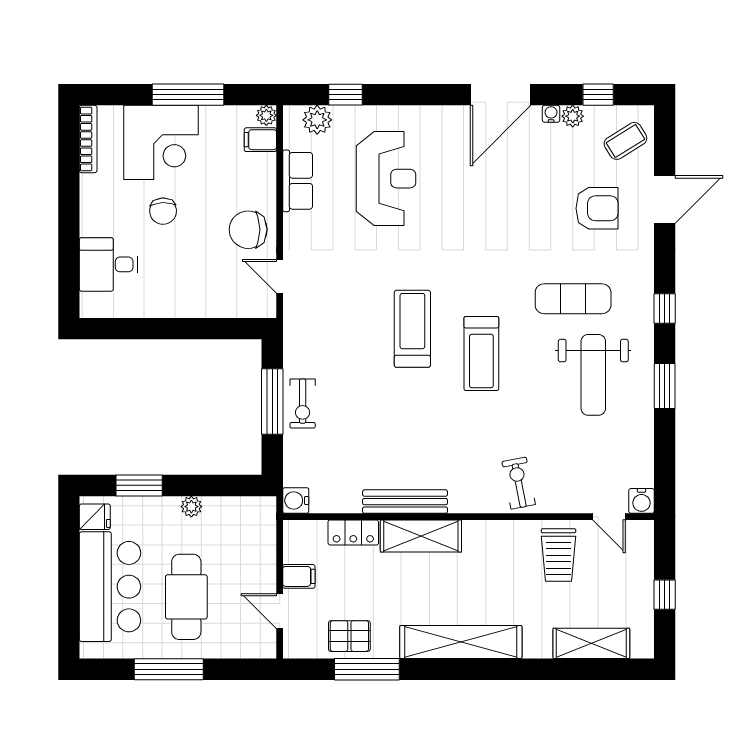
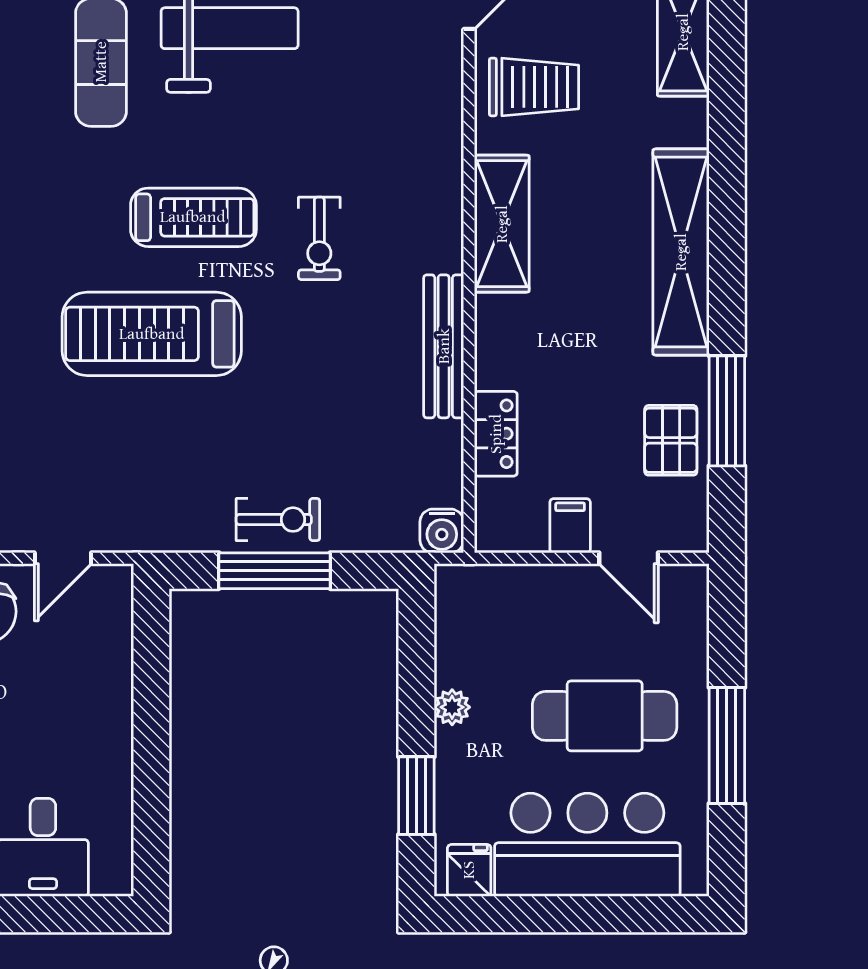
treadmill: (412, 329) -> (152, 334), width x1.37, depth x1.38
exercise bike: (519, 483) -> (319, 238), moved, turned -79
shelving: (421, 536) -> (502, 224), moved
door: (280, 611) -> (629, 558), hinge flipped

